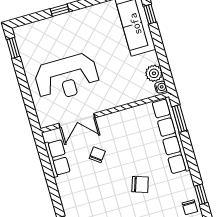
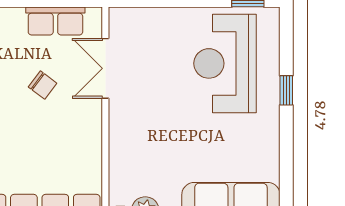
reception desk: (67, 77) -> (225, 63), moved

